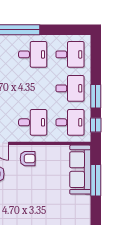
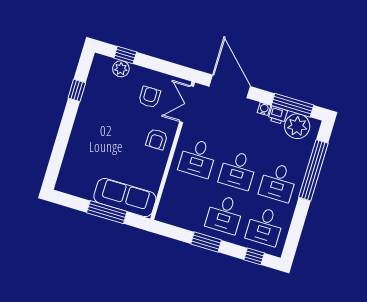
desk: (70, 122) -> (238, 170), moved
window: (96, 125) -> (254, 256), moved

